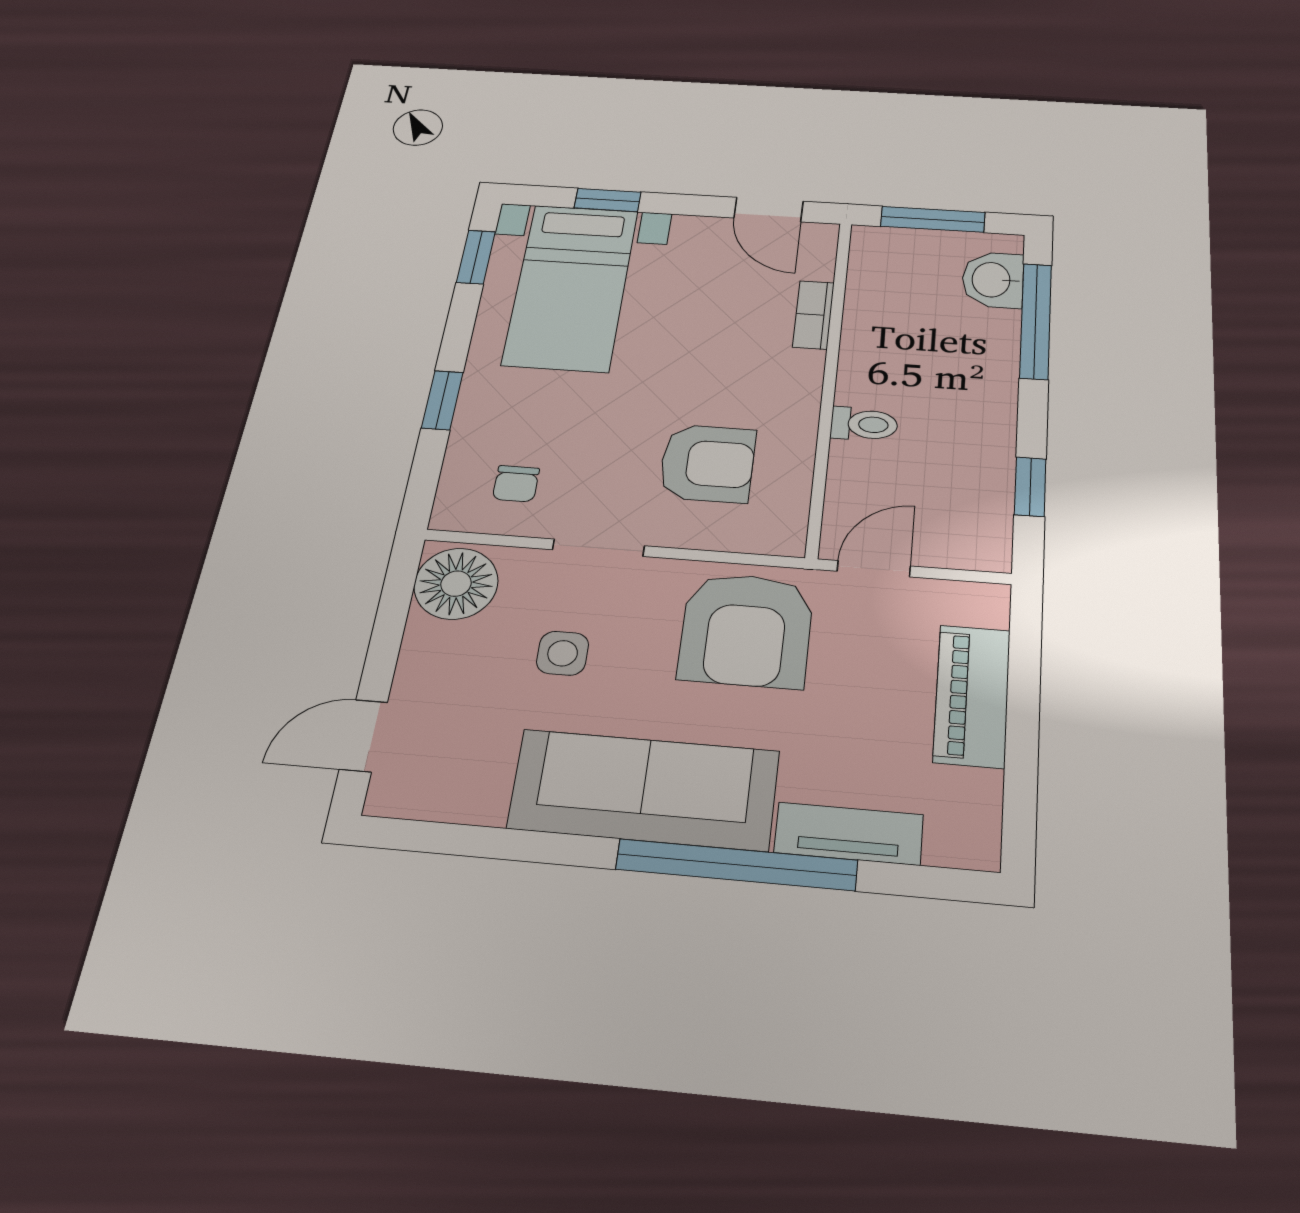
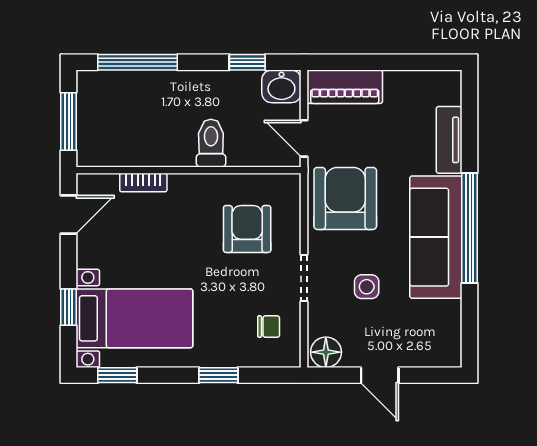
washbasin: (993, 280) -> (281, 86), moved
toilet: (864, 424) -> (211, 143), width x1.37, depth x1.39
floor lamp: (456, 584) -> (326, 352), width x0.73, depth x0.73
armchair: (746, 630) -> (345, 198), turned -90
piano: (972, 696) -> (345, 87), moved
door: (363, 736) -> (380, 375), moved
window: (736, 865) -> (470, 228), moved

